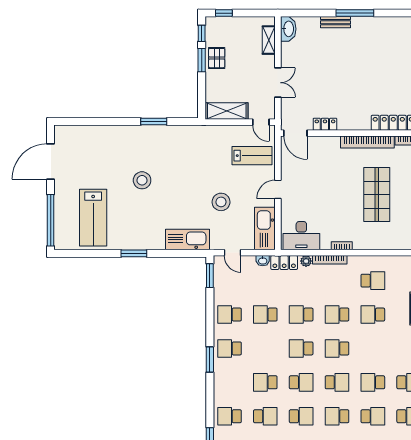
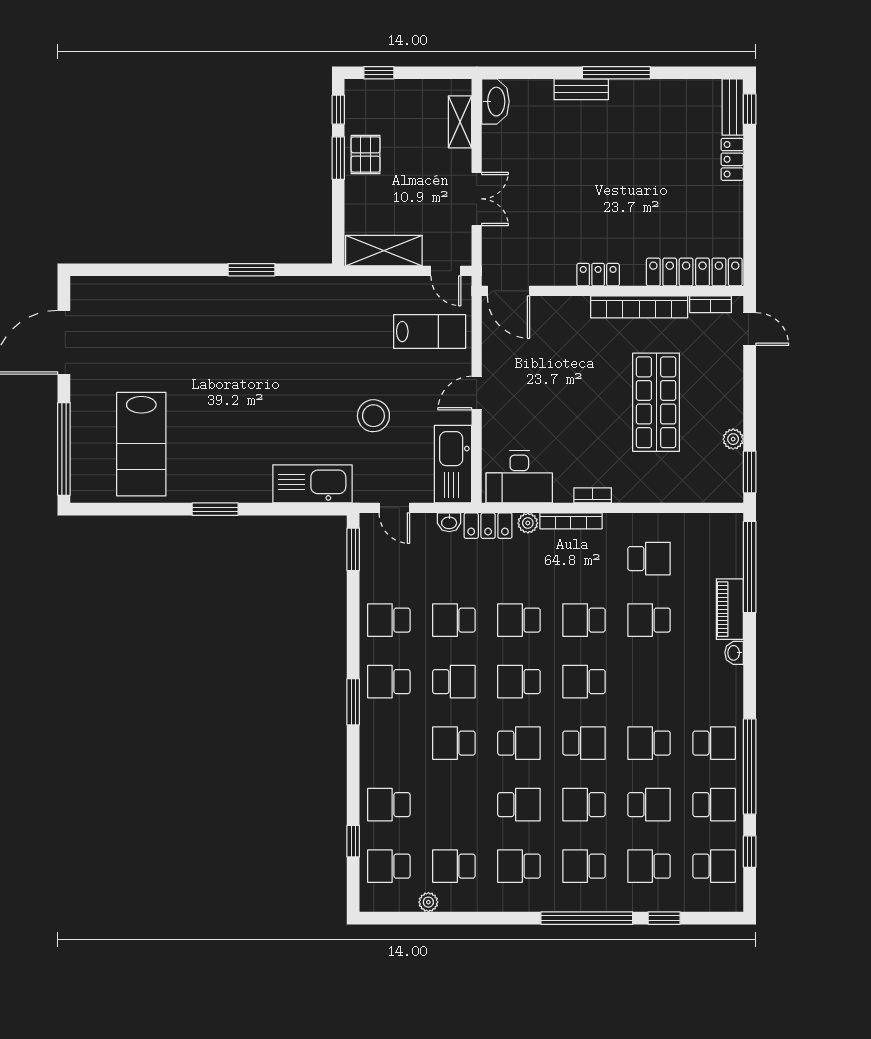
locker: (325, 124) -> (598, 275), moved
stool: (142, 180) -> (230, 376), removed
school desk: (265, 416) -> (454, 682), moved

